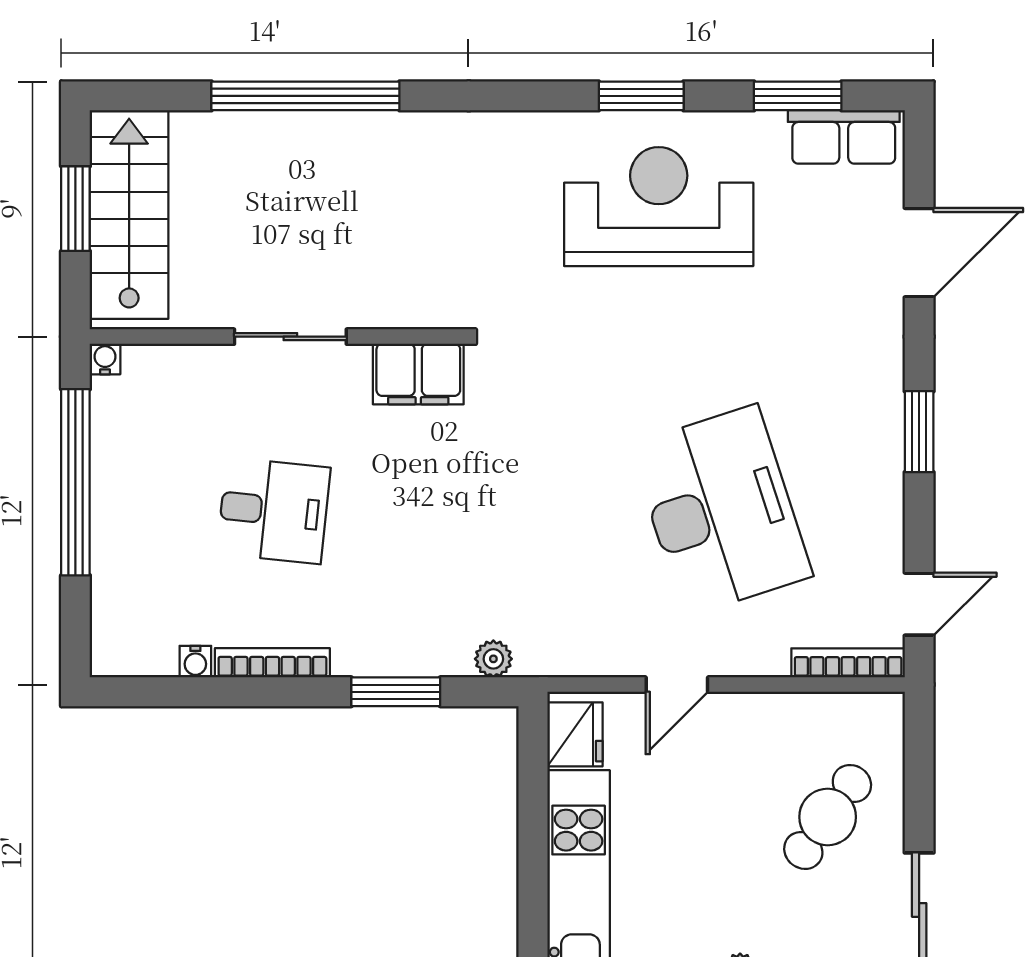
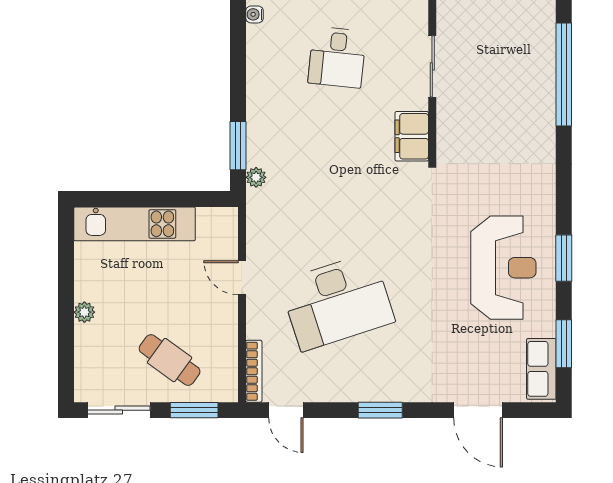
bookcase: (272, 663) -> (254, 57), removed
window: (396, 692) -> (238, 146), moved
fridge: (575, 734) -> (215, 222), removed
window: (919, 772) -> (194, 410), added

